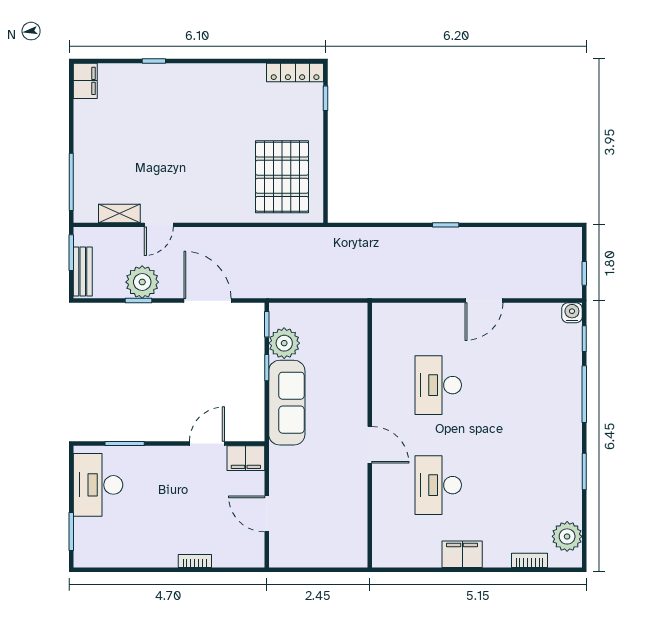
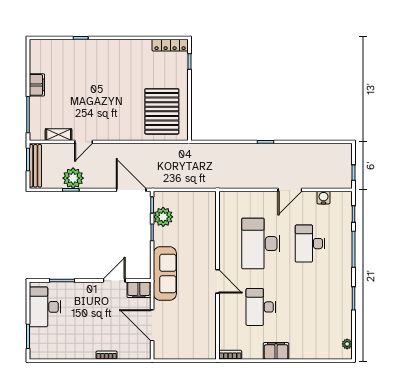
filing cabinet: (85, 81) -> (37, 85), moved
bench: (83, 272) -> (35, 166), width x1.36
door: (208, 301) -> (131, 190), moved
water cooler: (572, 313) -> (323, 198), moved
desk: (438, 385) -> (261, 244), width x1.36, depth x1.30
desk: (516, 385) -> (310, 244), added
sofa: (287, 403) -> (165, 274), moved
door: (267, 514) -> (152, 325), width x1.36
plant: (567, 536) -> (347, 344), width x0.53, depth x0.53
bookcase: (530, 560) -> (230, 355), moved

